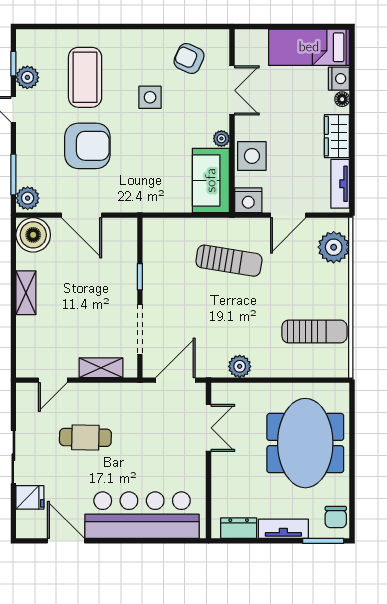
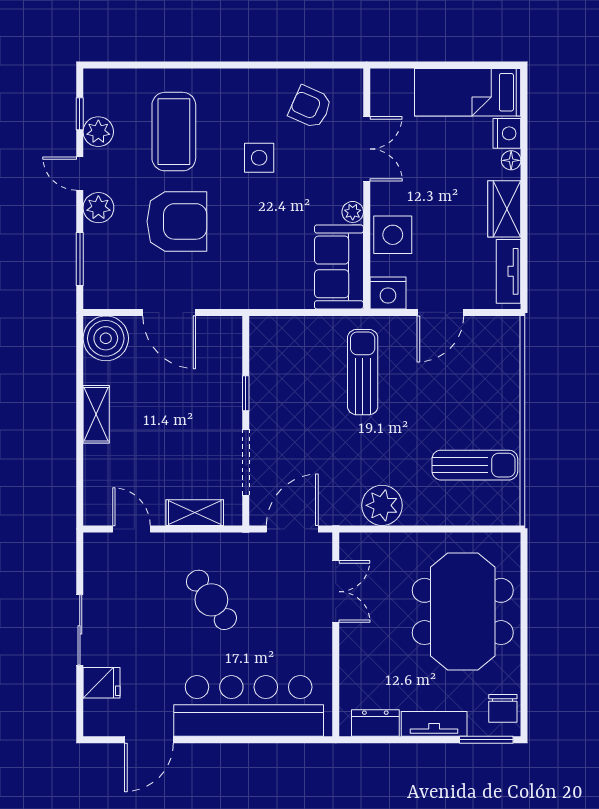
plant: (28, 198) -> (98, 208), moved
plant: (334, 247) -> (500, 355), removed
sun lounger: (229, 261) -> (363, 372), turned -99
plant: (240, 366) -> (382, 505), width x1.36, depth x1.36
door: (53, 380) -> (131, 529), swing flipped
cafe table: (85, 437) -> (211, 600), moved, turned 53
door: (66, 541) -> (149, 740), swing flipped

